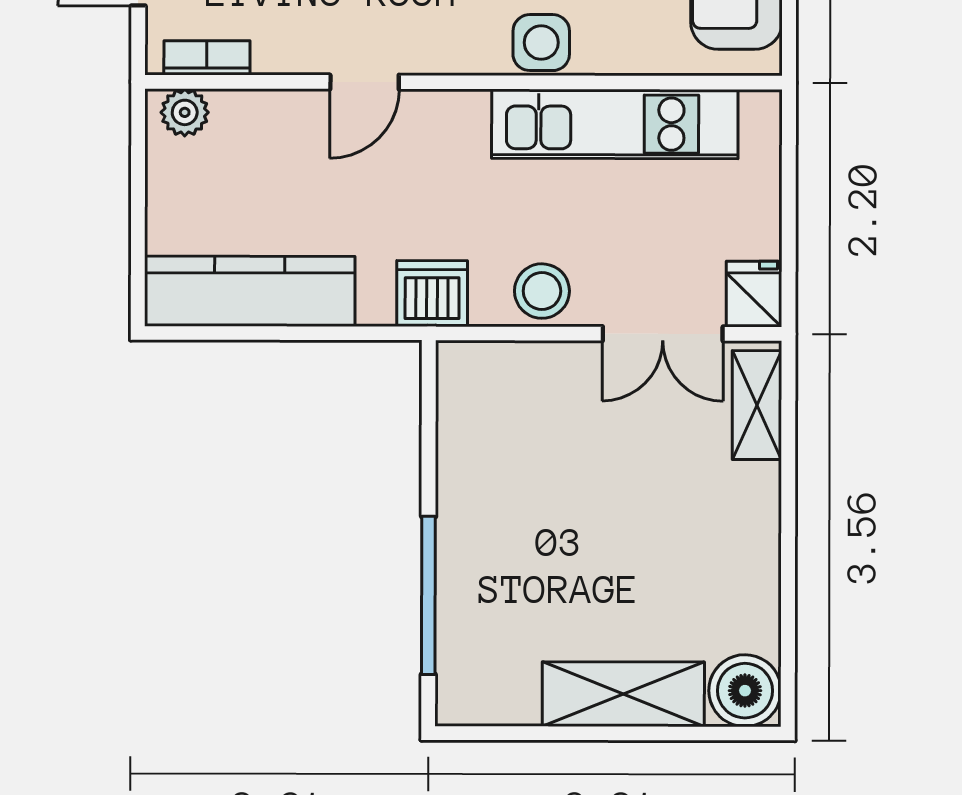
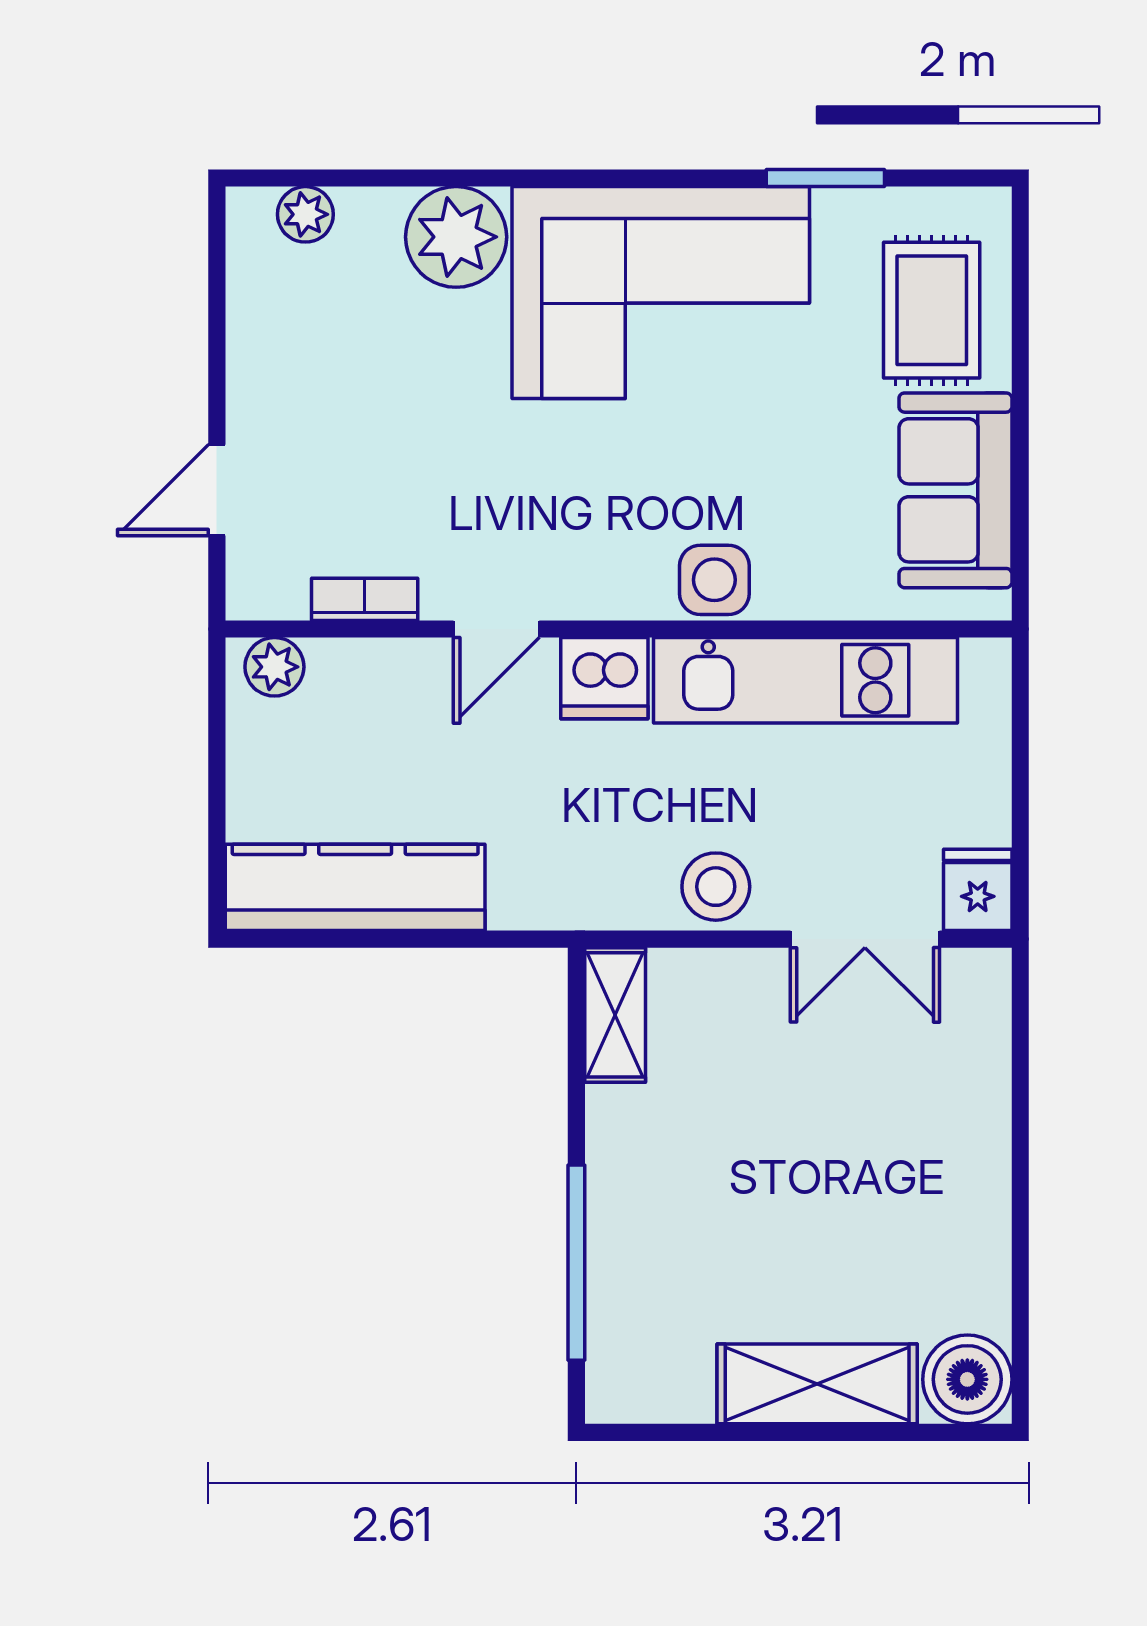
bookcase: (207, 58) -> (365, 599), moved
dishwasher: (432, 294) -> (604, 678), moved, turned 180
shelving: (757, 405) -> (615, 1015), moved

